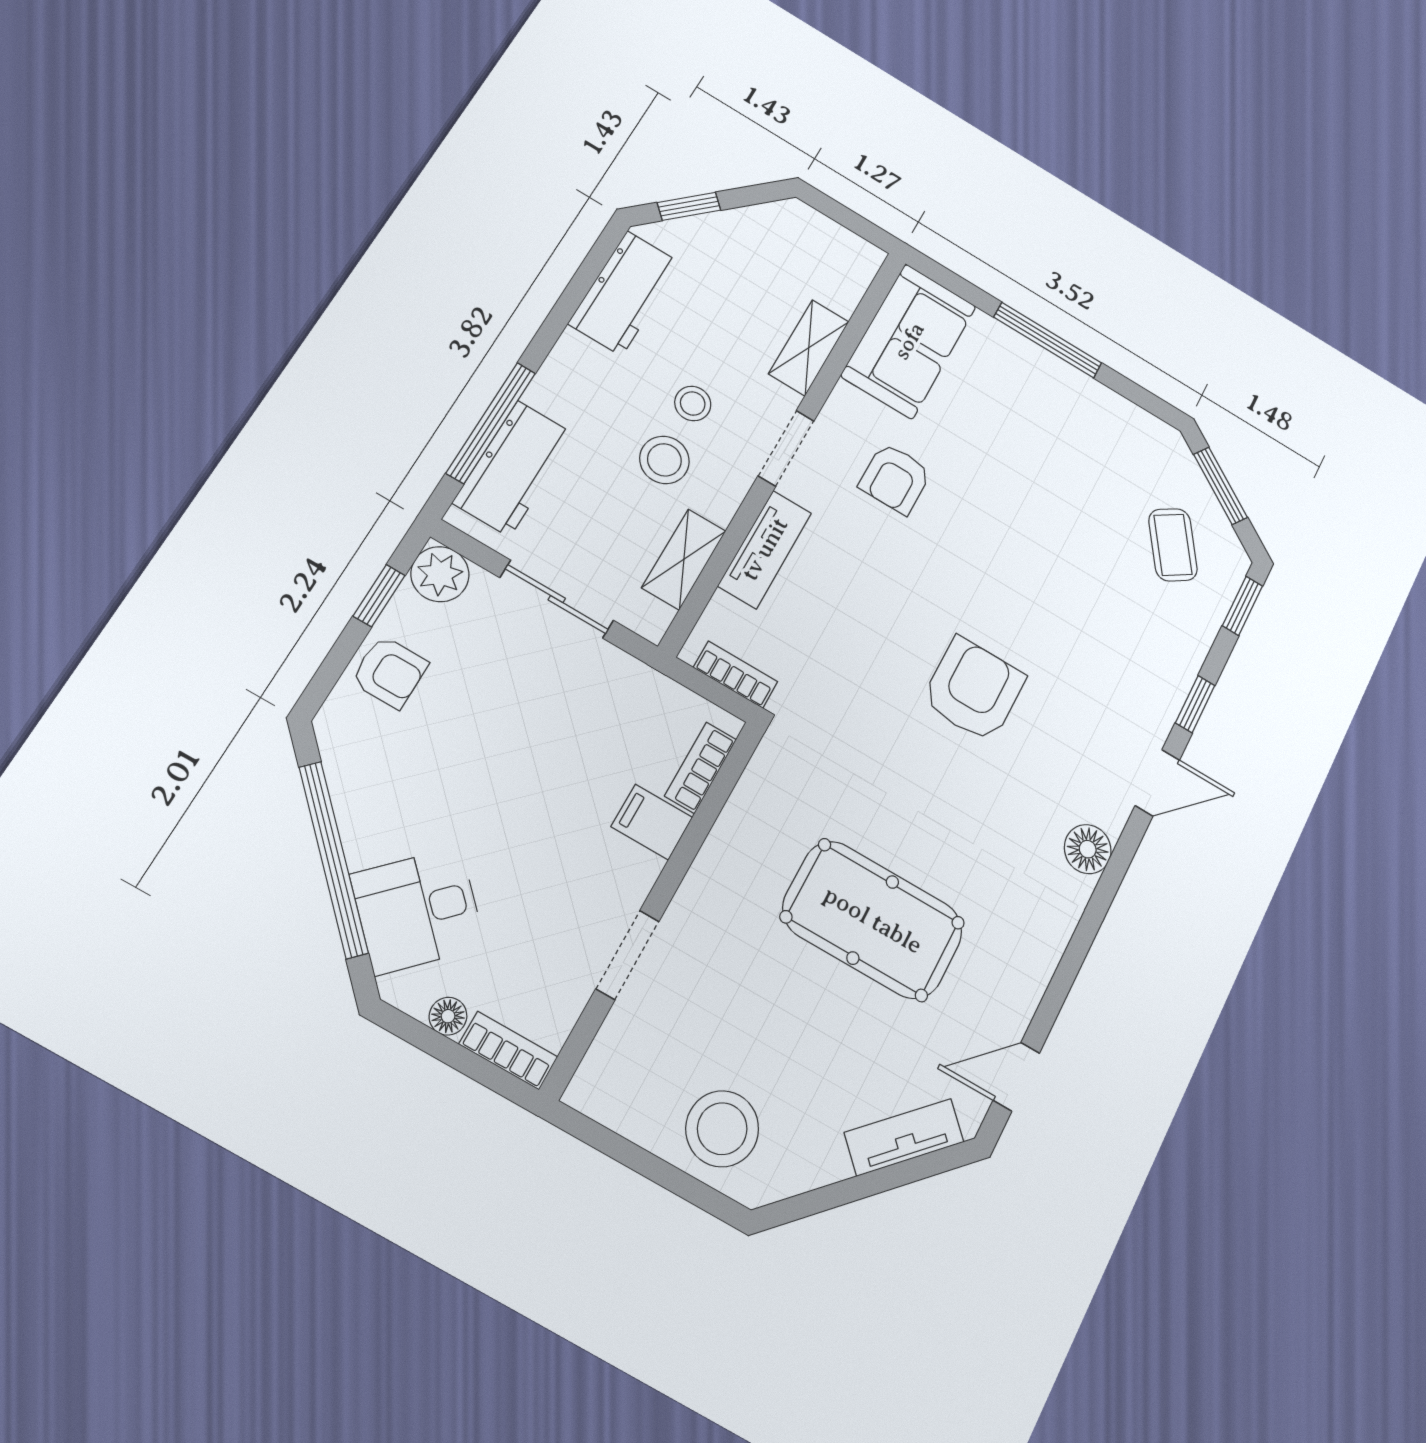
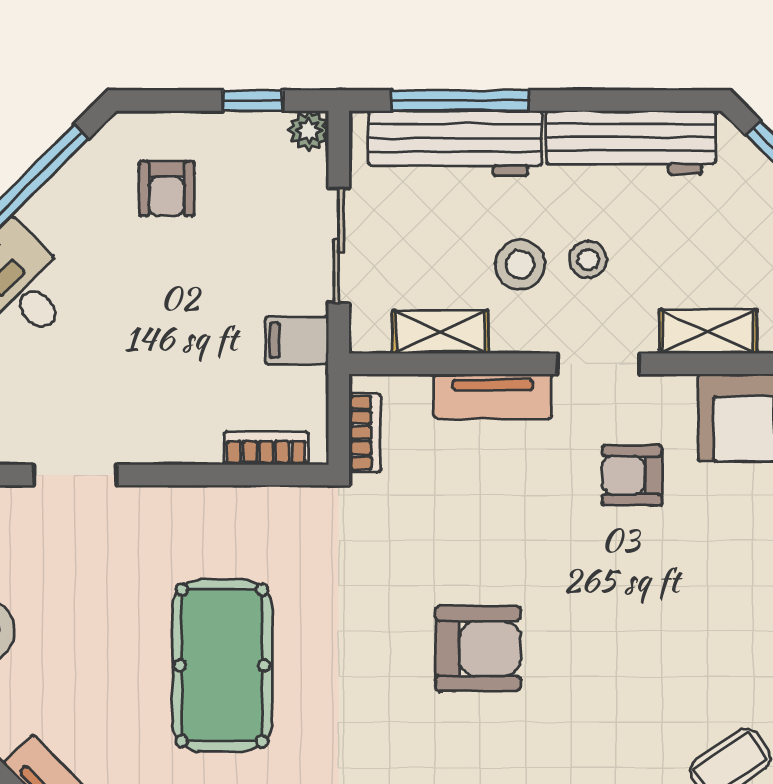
workbench: (625, 293) -> (631, 142), width x1.38
workbench: (514, 468) -> (455, 143), width x1.38
plant: (440, 574) -> (309, 131), width x0.73, depth x0.73
armchair: (390, 672) -> (167, 189), moved
filing cabinet: (652, 822) -> (297, 340), moved, turned -90

